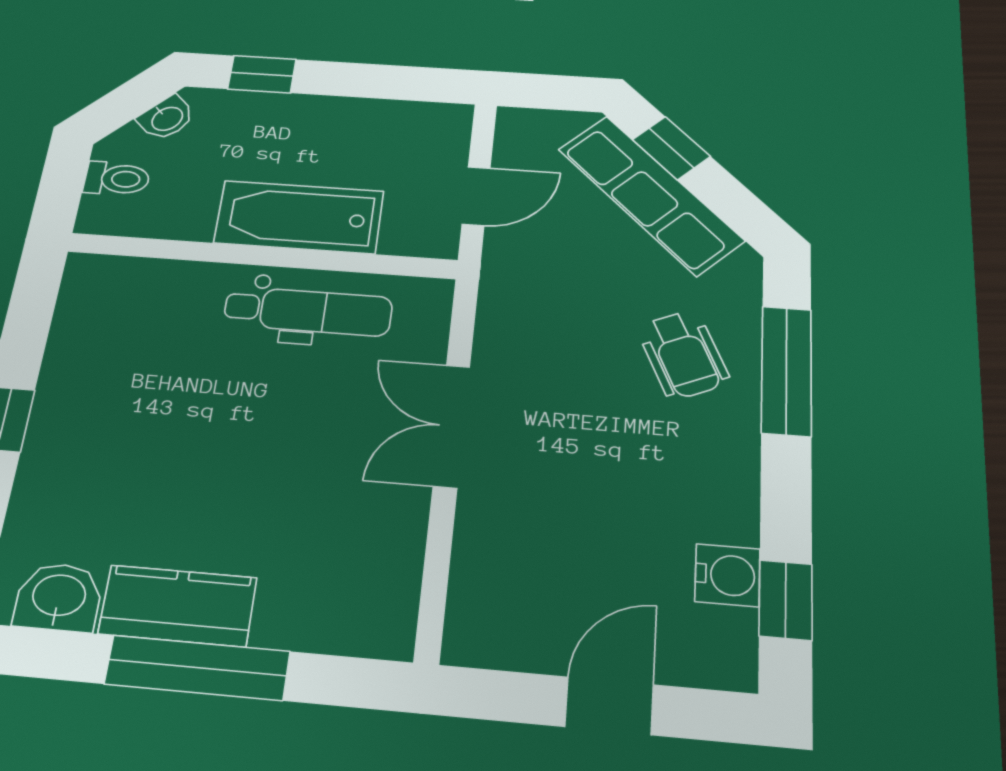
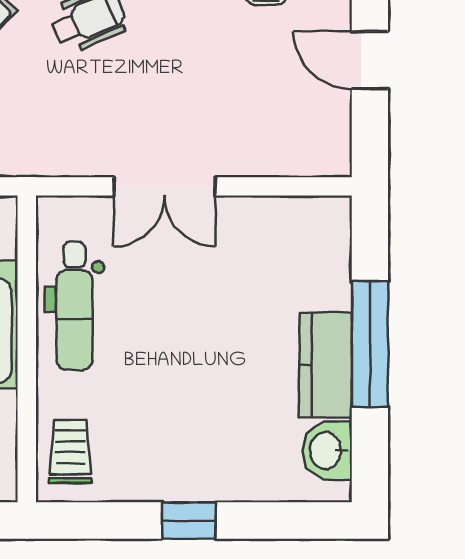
trolley: (123, 293) -> (70, 451), added
dental chair: (308, 311) -> (74, 306), turned 180

